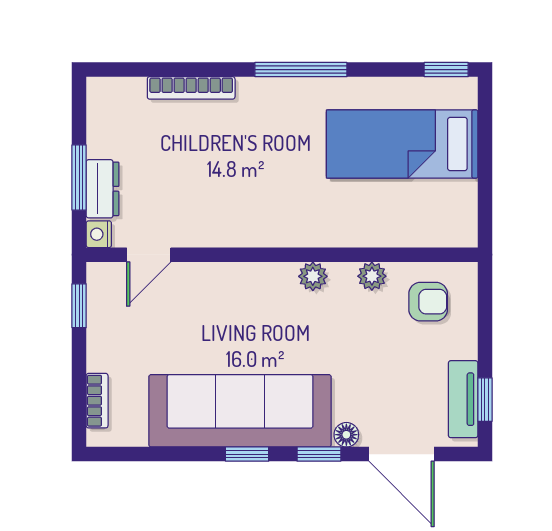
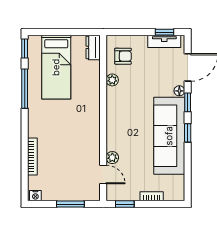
window: (301, 70) -> (25, 89), moved
dresser: (103, 189) -> (93, 47), moved, turned -90
nightstand: (99, 234) -> (35, 196), moved
plant: (313, 276) -> (112, 158), moved
armchair: (428, 302) -> (123, 56), turned 90
bookcase: (97, 401) -> (152, 196), moved

